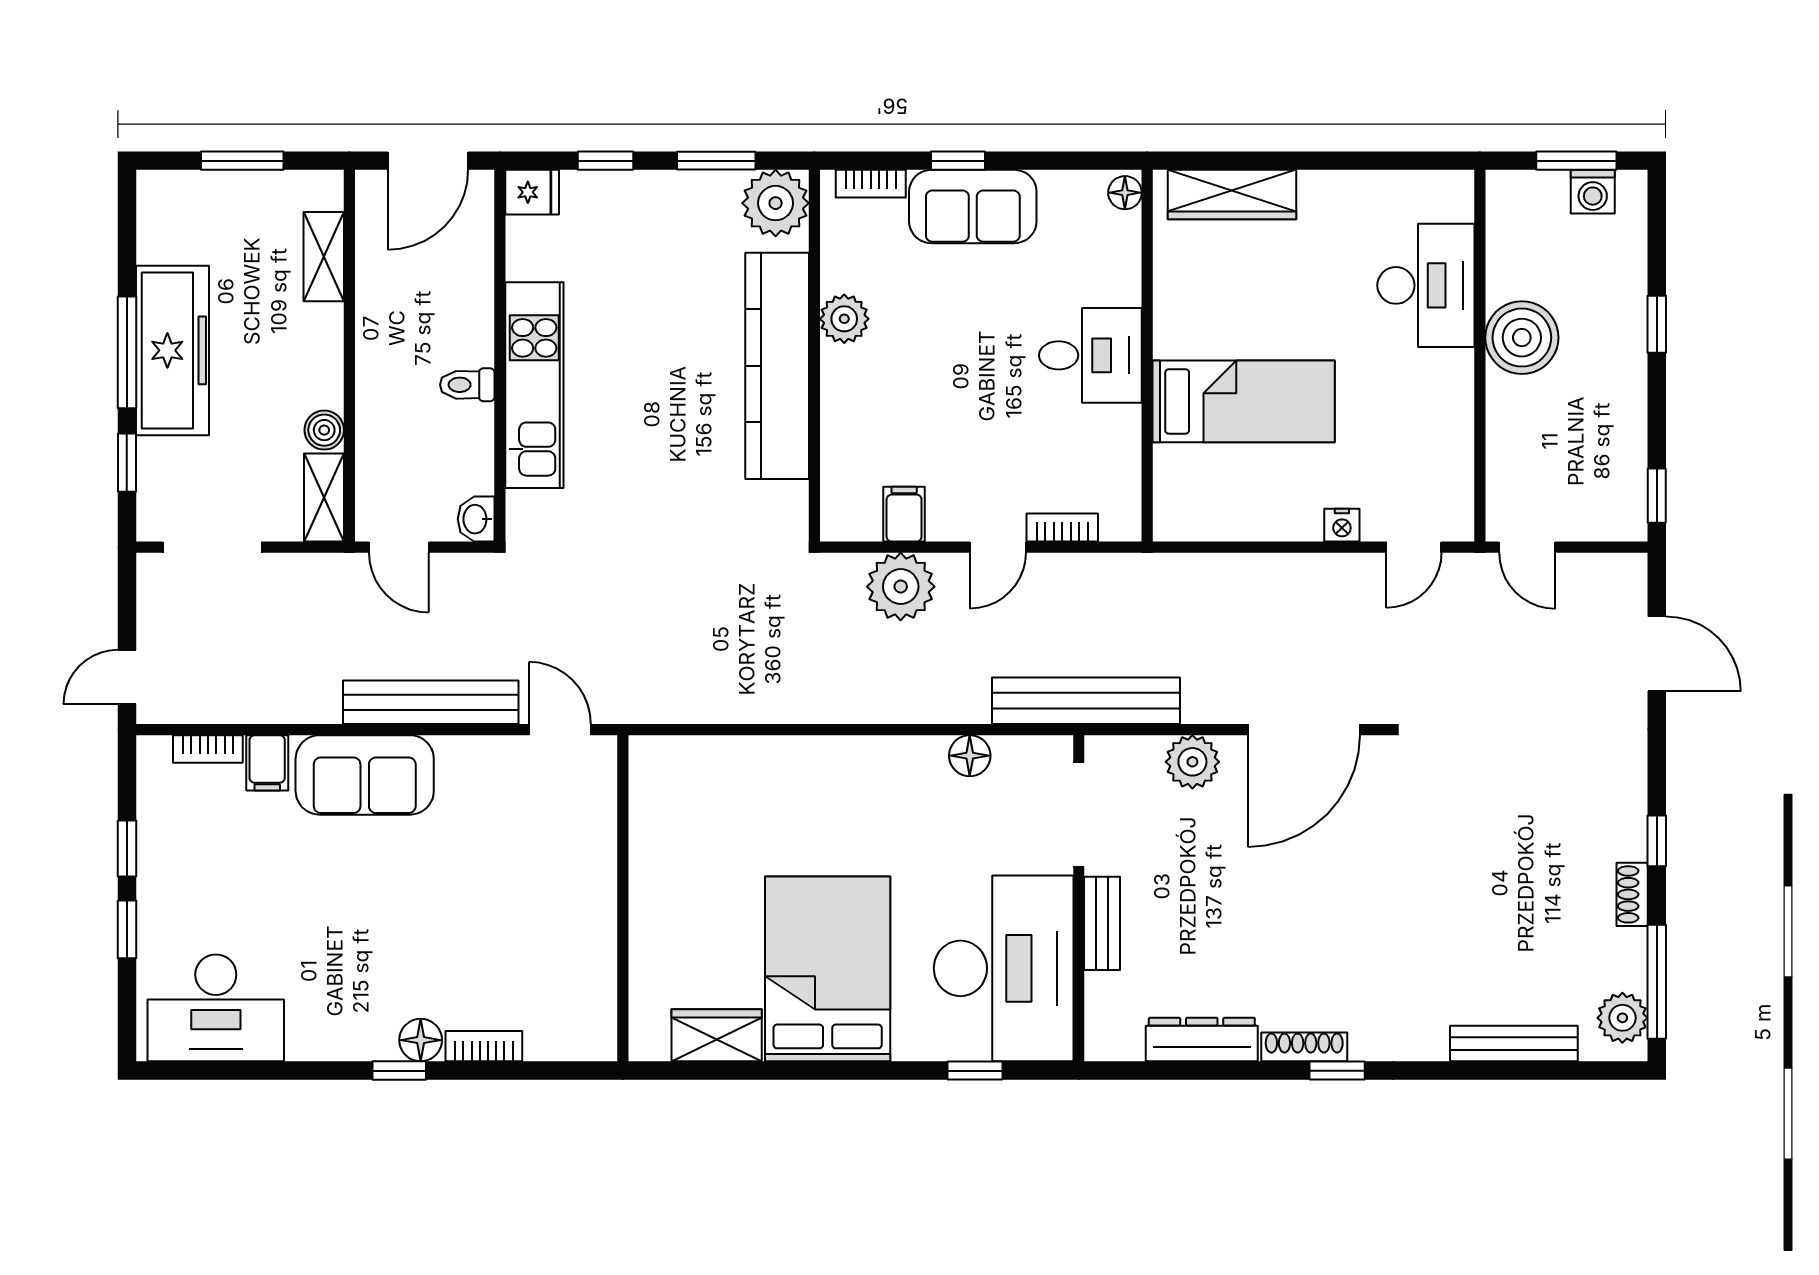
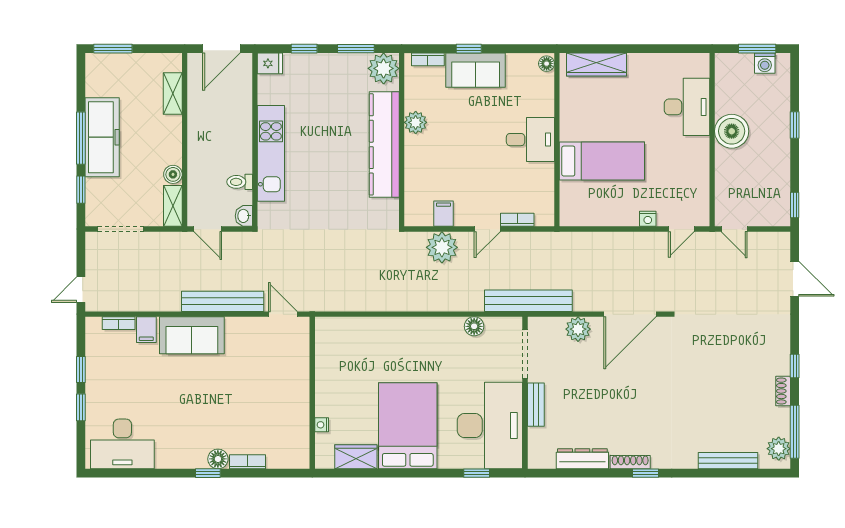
window: (242, 161) -> (113, 49), moved
toilet: (467, 385) -> (240, 182), moved
nightstand: (643, 967) -> (322, 425), added

